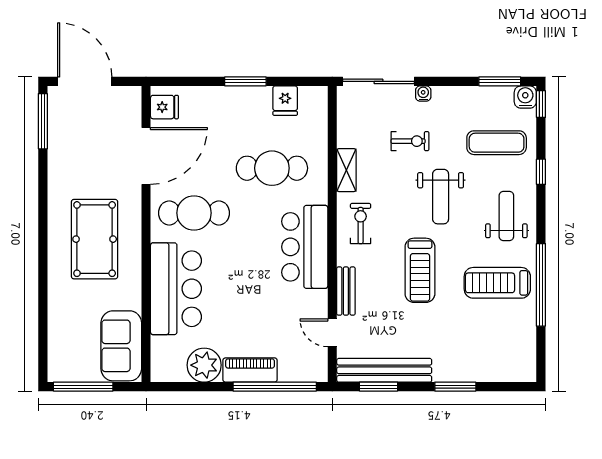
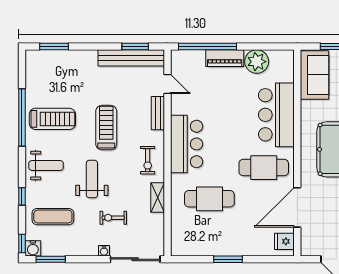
fridge: (285, 101) -> (200, 246), removed
weight bench: (506, 216) -> (46, 165), turned -90
window: (455, 387) -> (54, 47), moved

